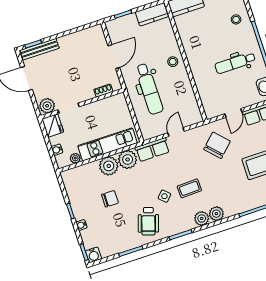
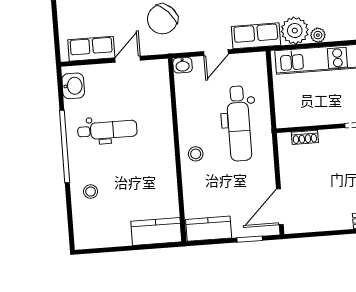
door: (114, 57) -> (280, 207), moved
dental chair: (149, 89) -> (239, 123), turned 180
washbasin: (196, 118) -> (183, 65), added
plant: (109, 166) -> (318, 35), width x0.53, depth x0.53

